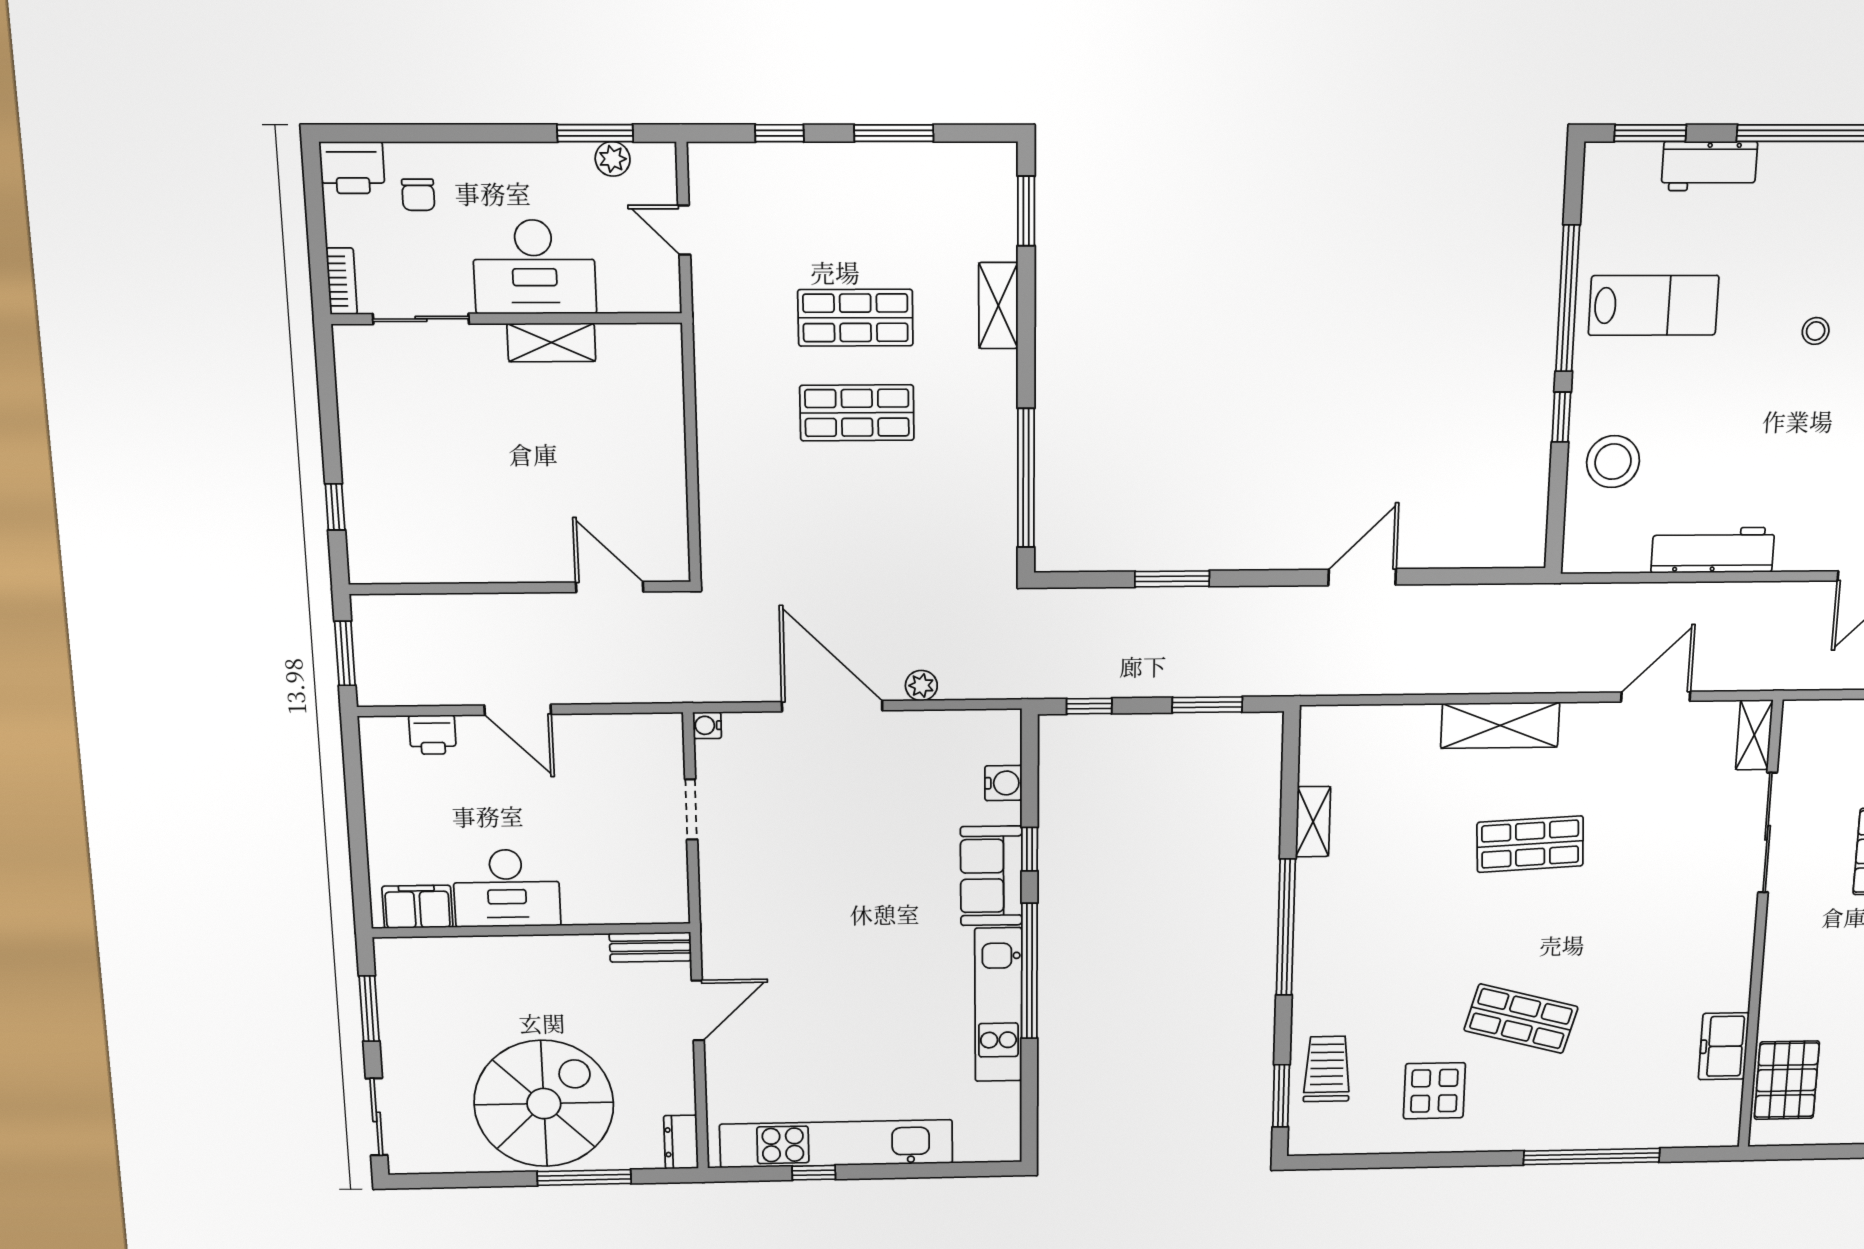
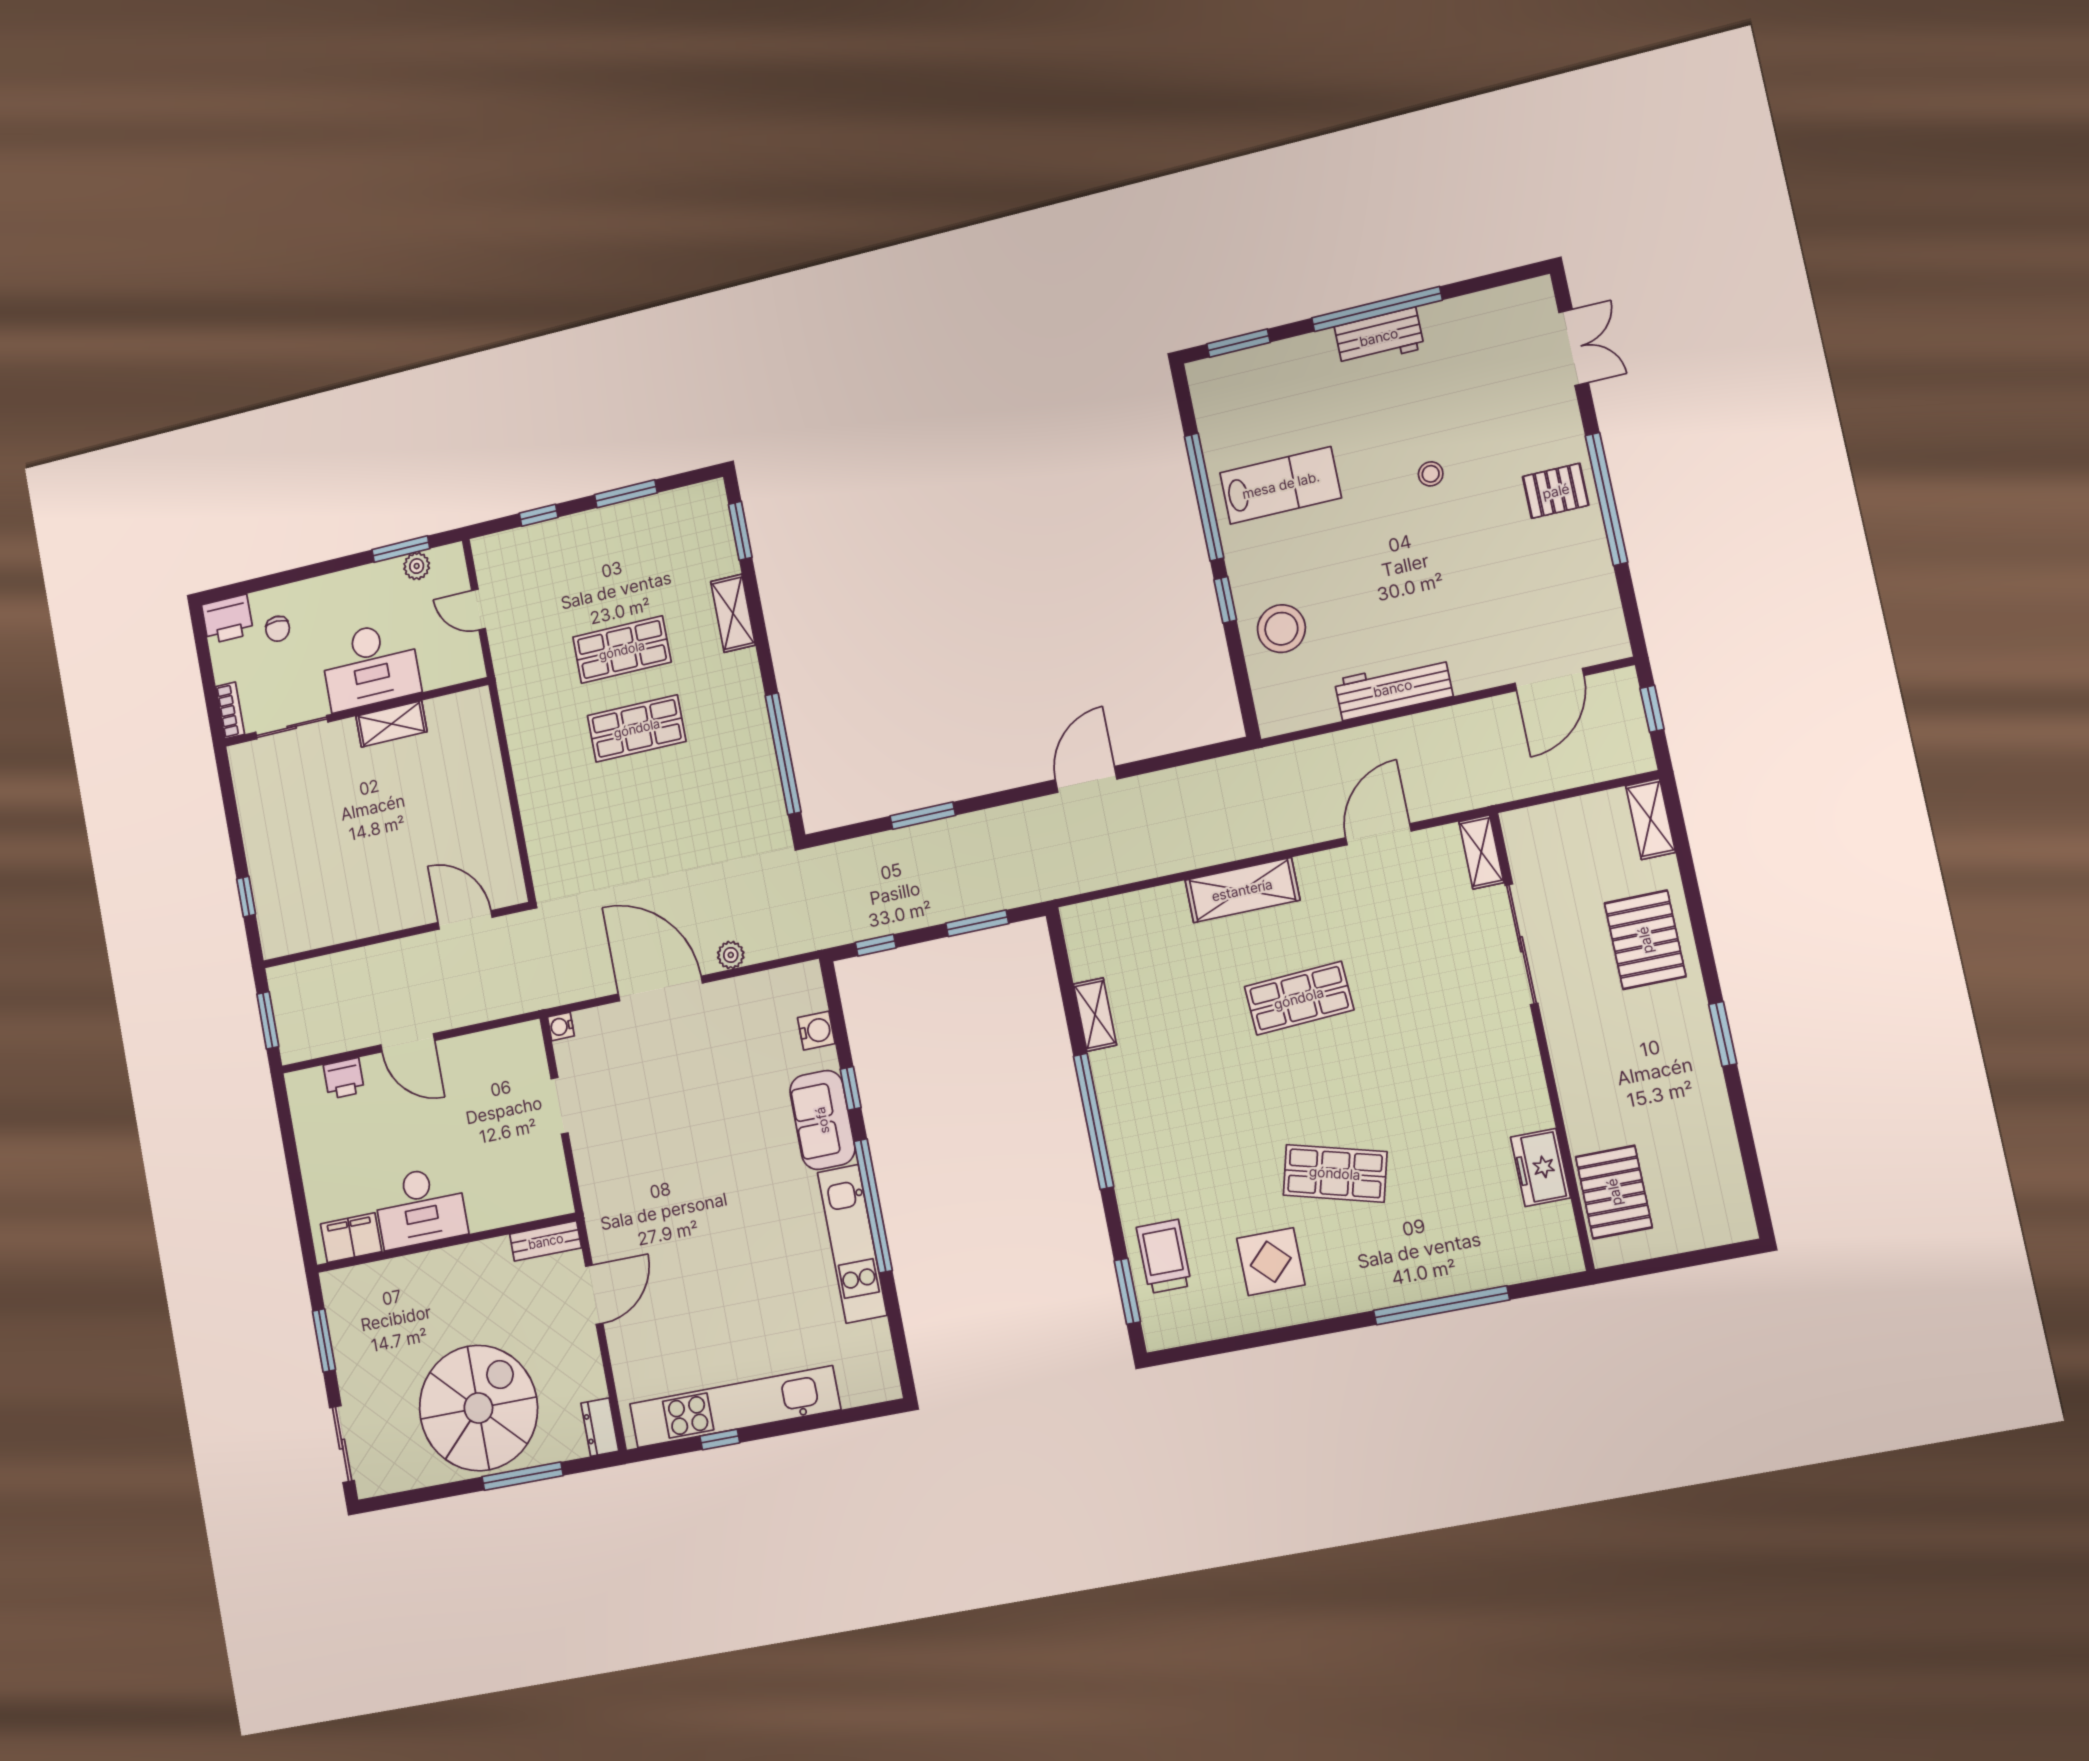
workbench: (1709, 166) -> (1379, 337), moved

